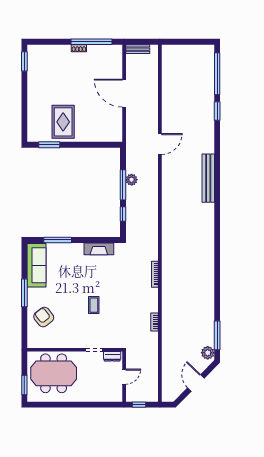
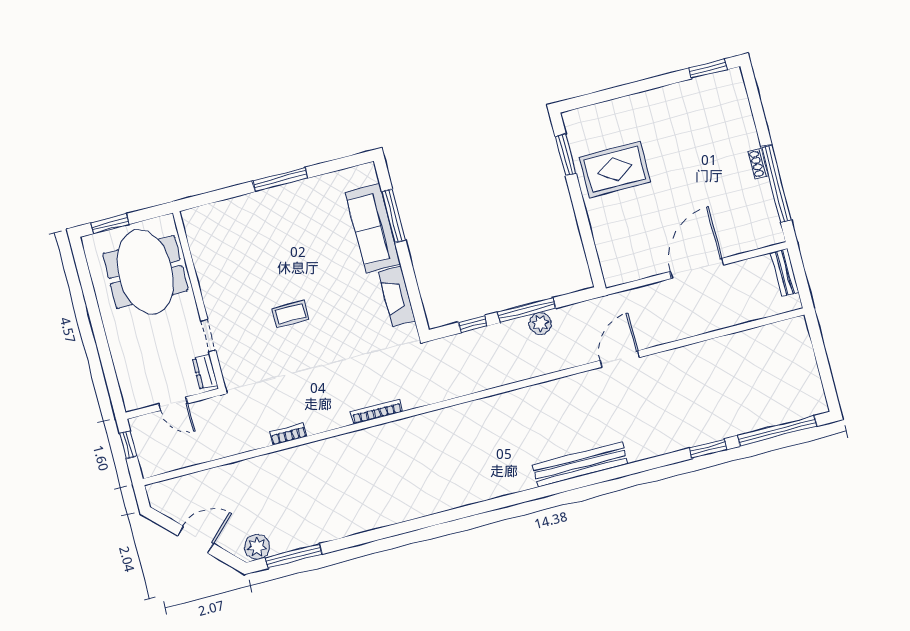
door: (160, 144) -> (620, 359), swing flipped
sofa: (37, 265) -> (373, 228), moved, turned 90
armchair: (44, 317) -> (245, 227), removed

